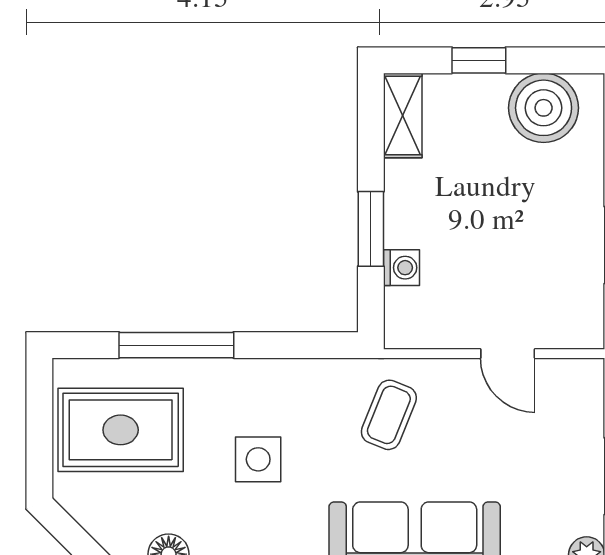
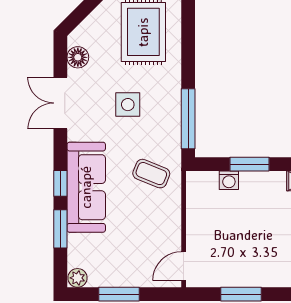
window: (176, 345) -> (188, 119), moved
door: (508, 354) -> (184, 266), moved

